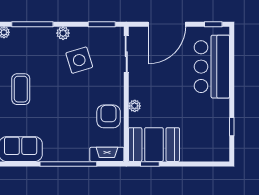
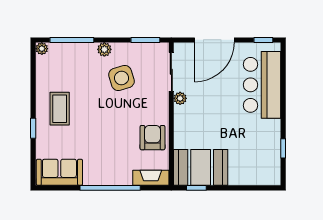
plant: (135, 106) -> (180, 98), moved

